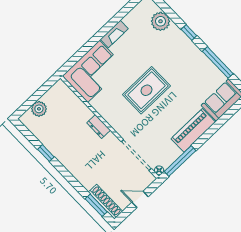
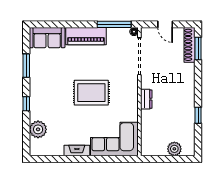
window: (218, 62) -> (26, 66), width x0.69

